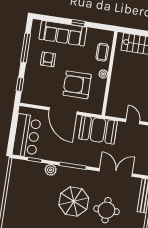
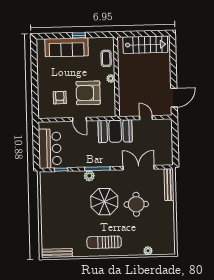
window: (26, 48) -> (34, 67), removed
armchair: (48, 59) -> (60, 98), moved
window: (20, 84) -> (35, 102), removed
door: (63, 111) -> (79, 119), width x0.53
plant: (51, 170) -> (89, 176), moved

